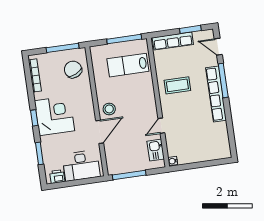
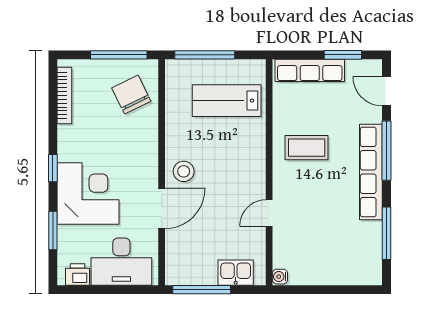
window: (124, 39) -> (205, 55), moved
corner desk: (54, 116) -> (88, 194), moved
window: (230, 128) -> (387, 233), added
kitchen sink: (156, 150) -> (236, 273), moved, turned 90

